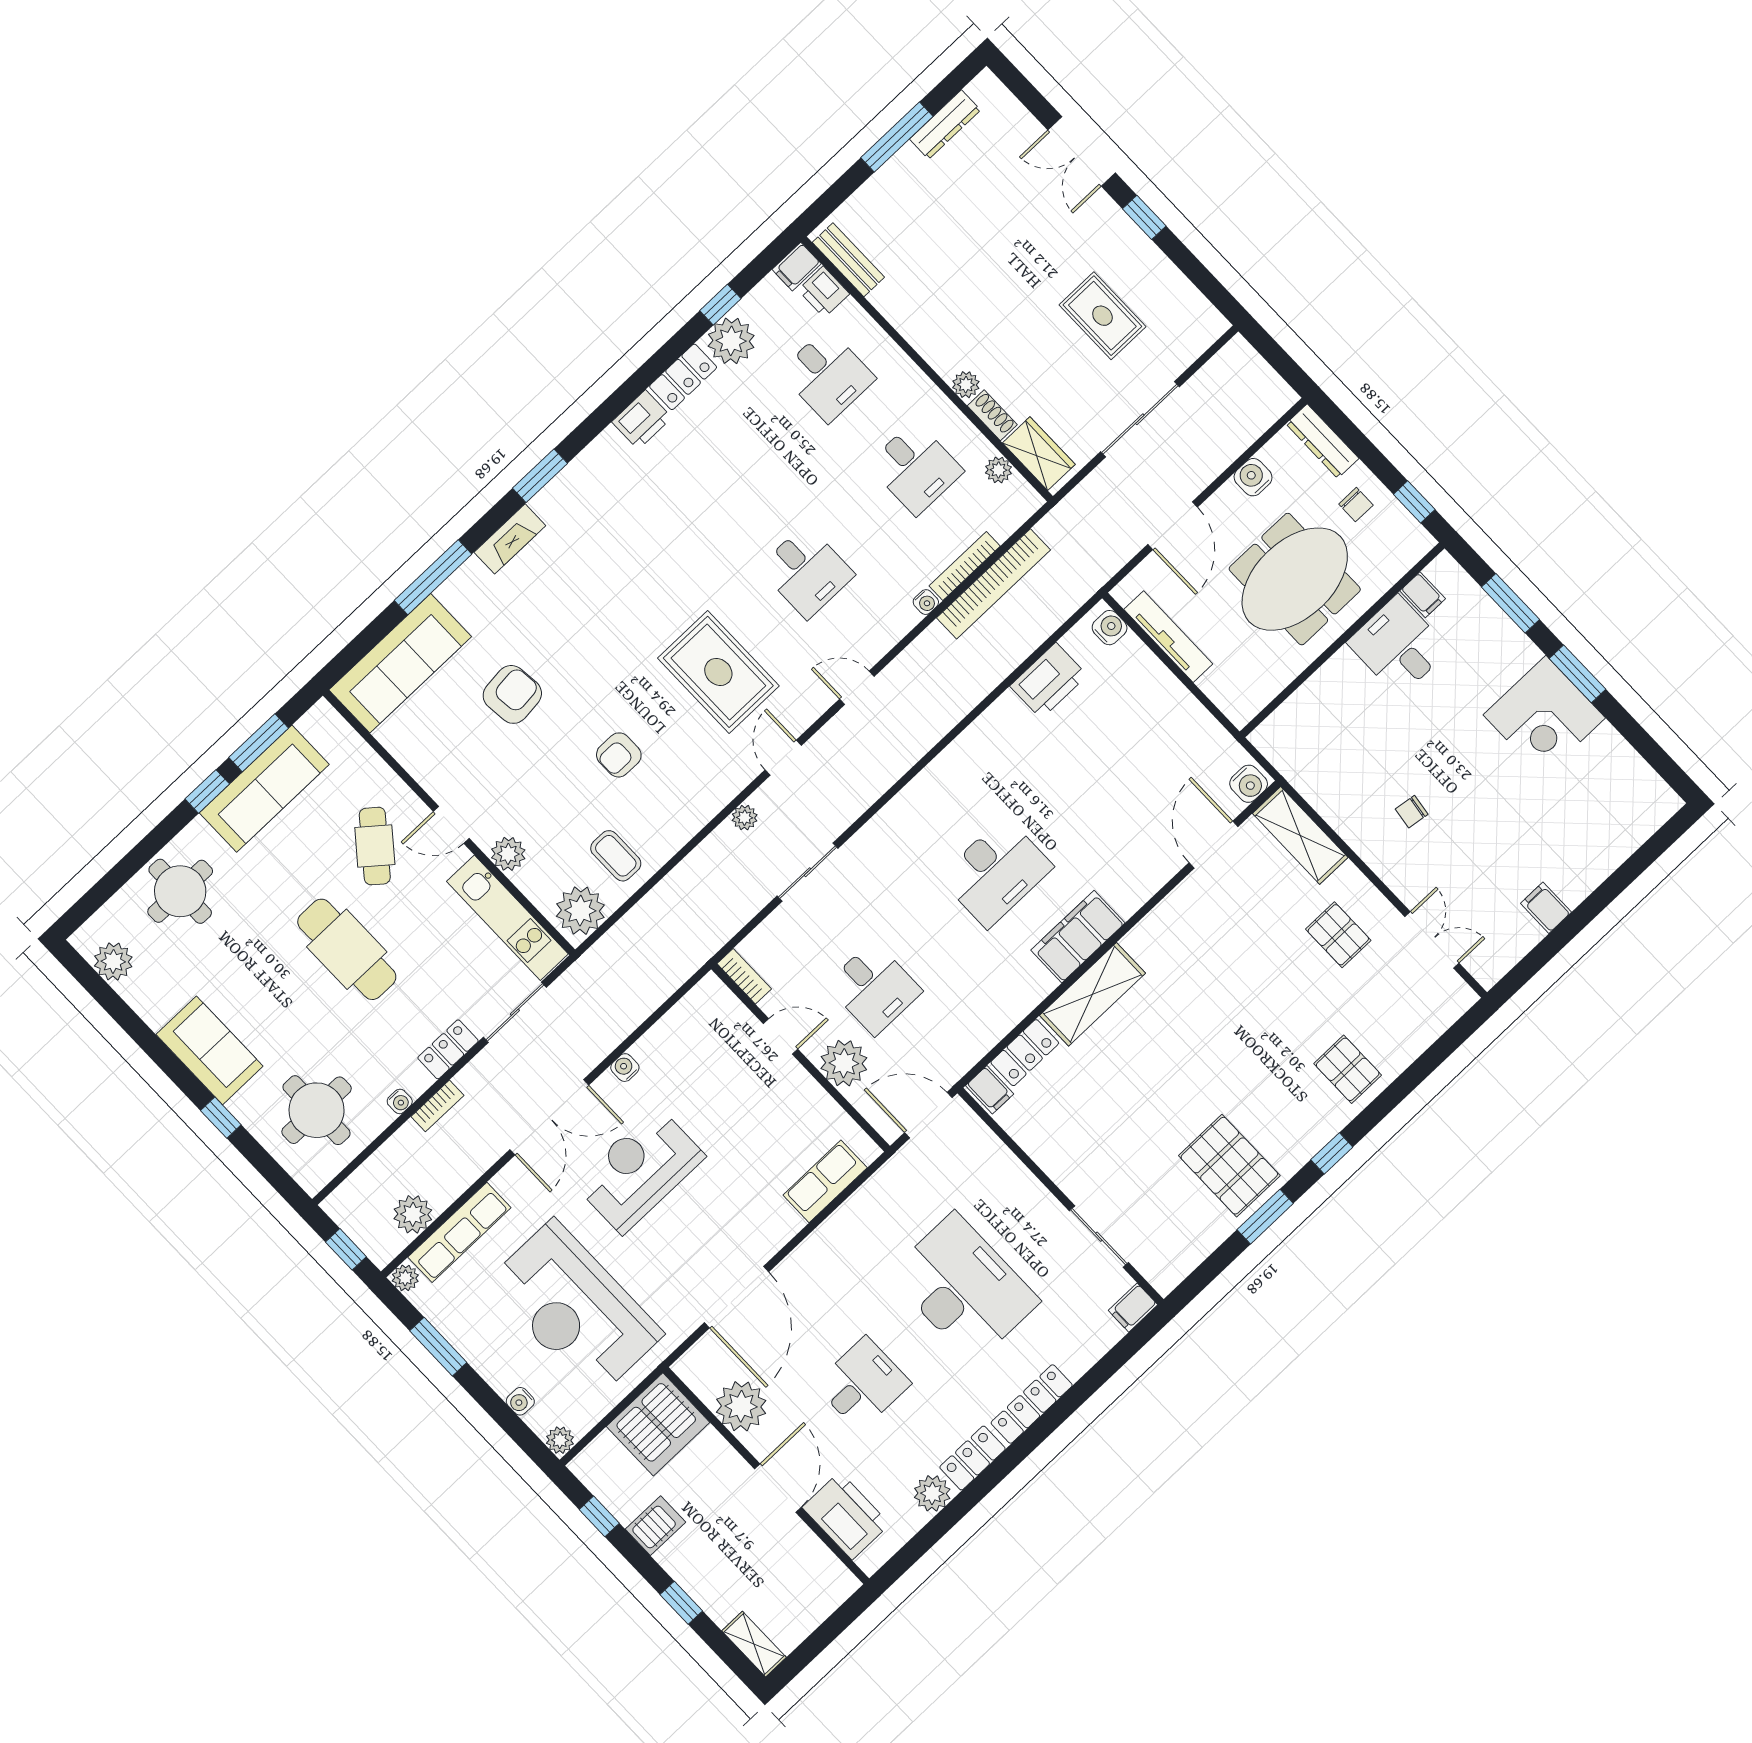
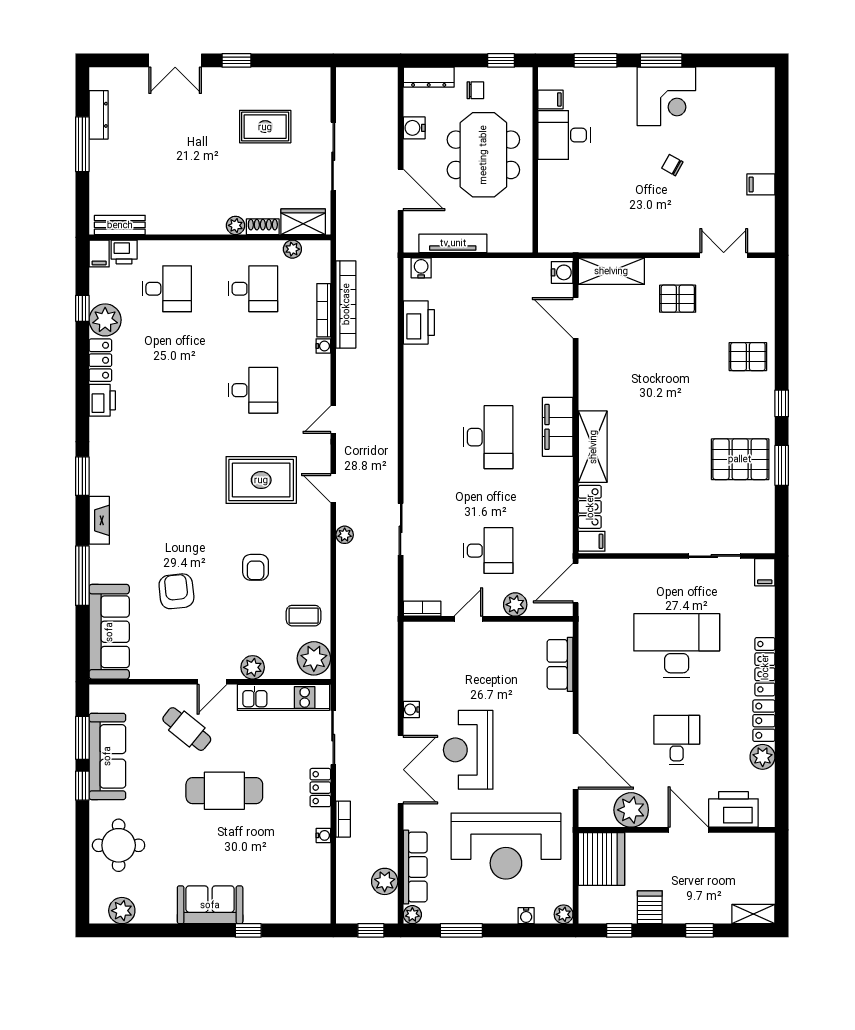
chair: (1412, 812) -> (672, 165), moved, turned 111
plant: (844, 1063) -> (515, 605), width x0.73, depth x0.73
round table: (317, 1110) -> (289, 880), removed

